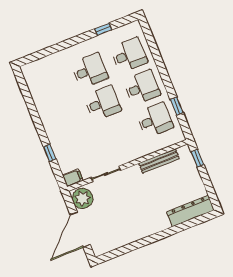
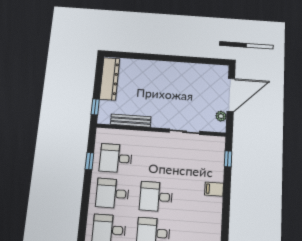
window: (50, 153) -> (228, 159), moved
filing cabinet: (73, 178) -> (214, 189), moved
plant: (83, 198) -> (221, 116), width x0.53, depth x0.53
dresser: (190, 211) -> (110, 79), moved, turned -90

